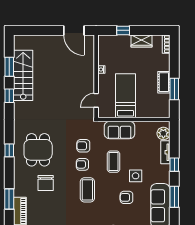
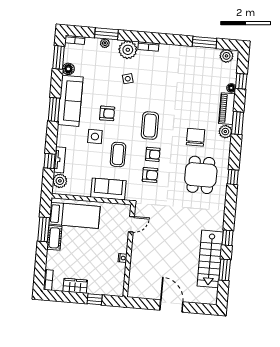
door: (74, 30) -> (171, 306), moved
bed: (126, 96) -> (74, 215), moved, turned -90
window: (174, 165) -> (50, 161), moved
plant: (19, 190) -> (225, 132), added

